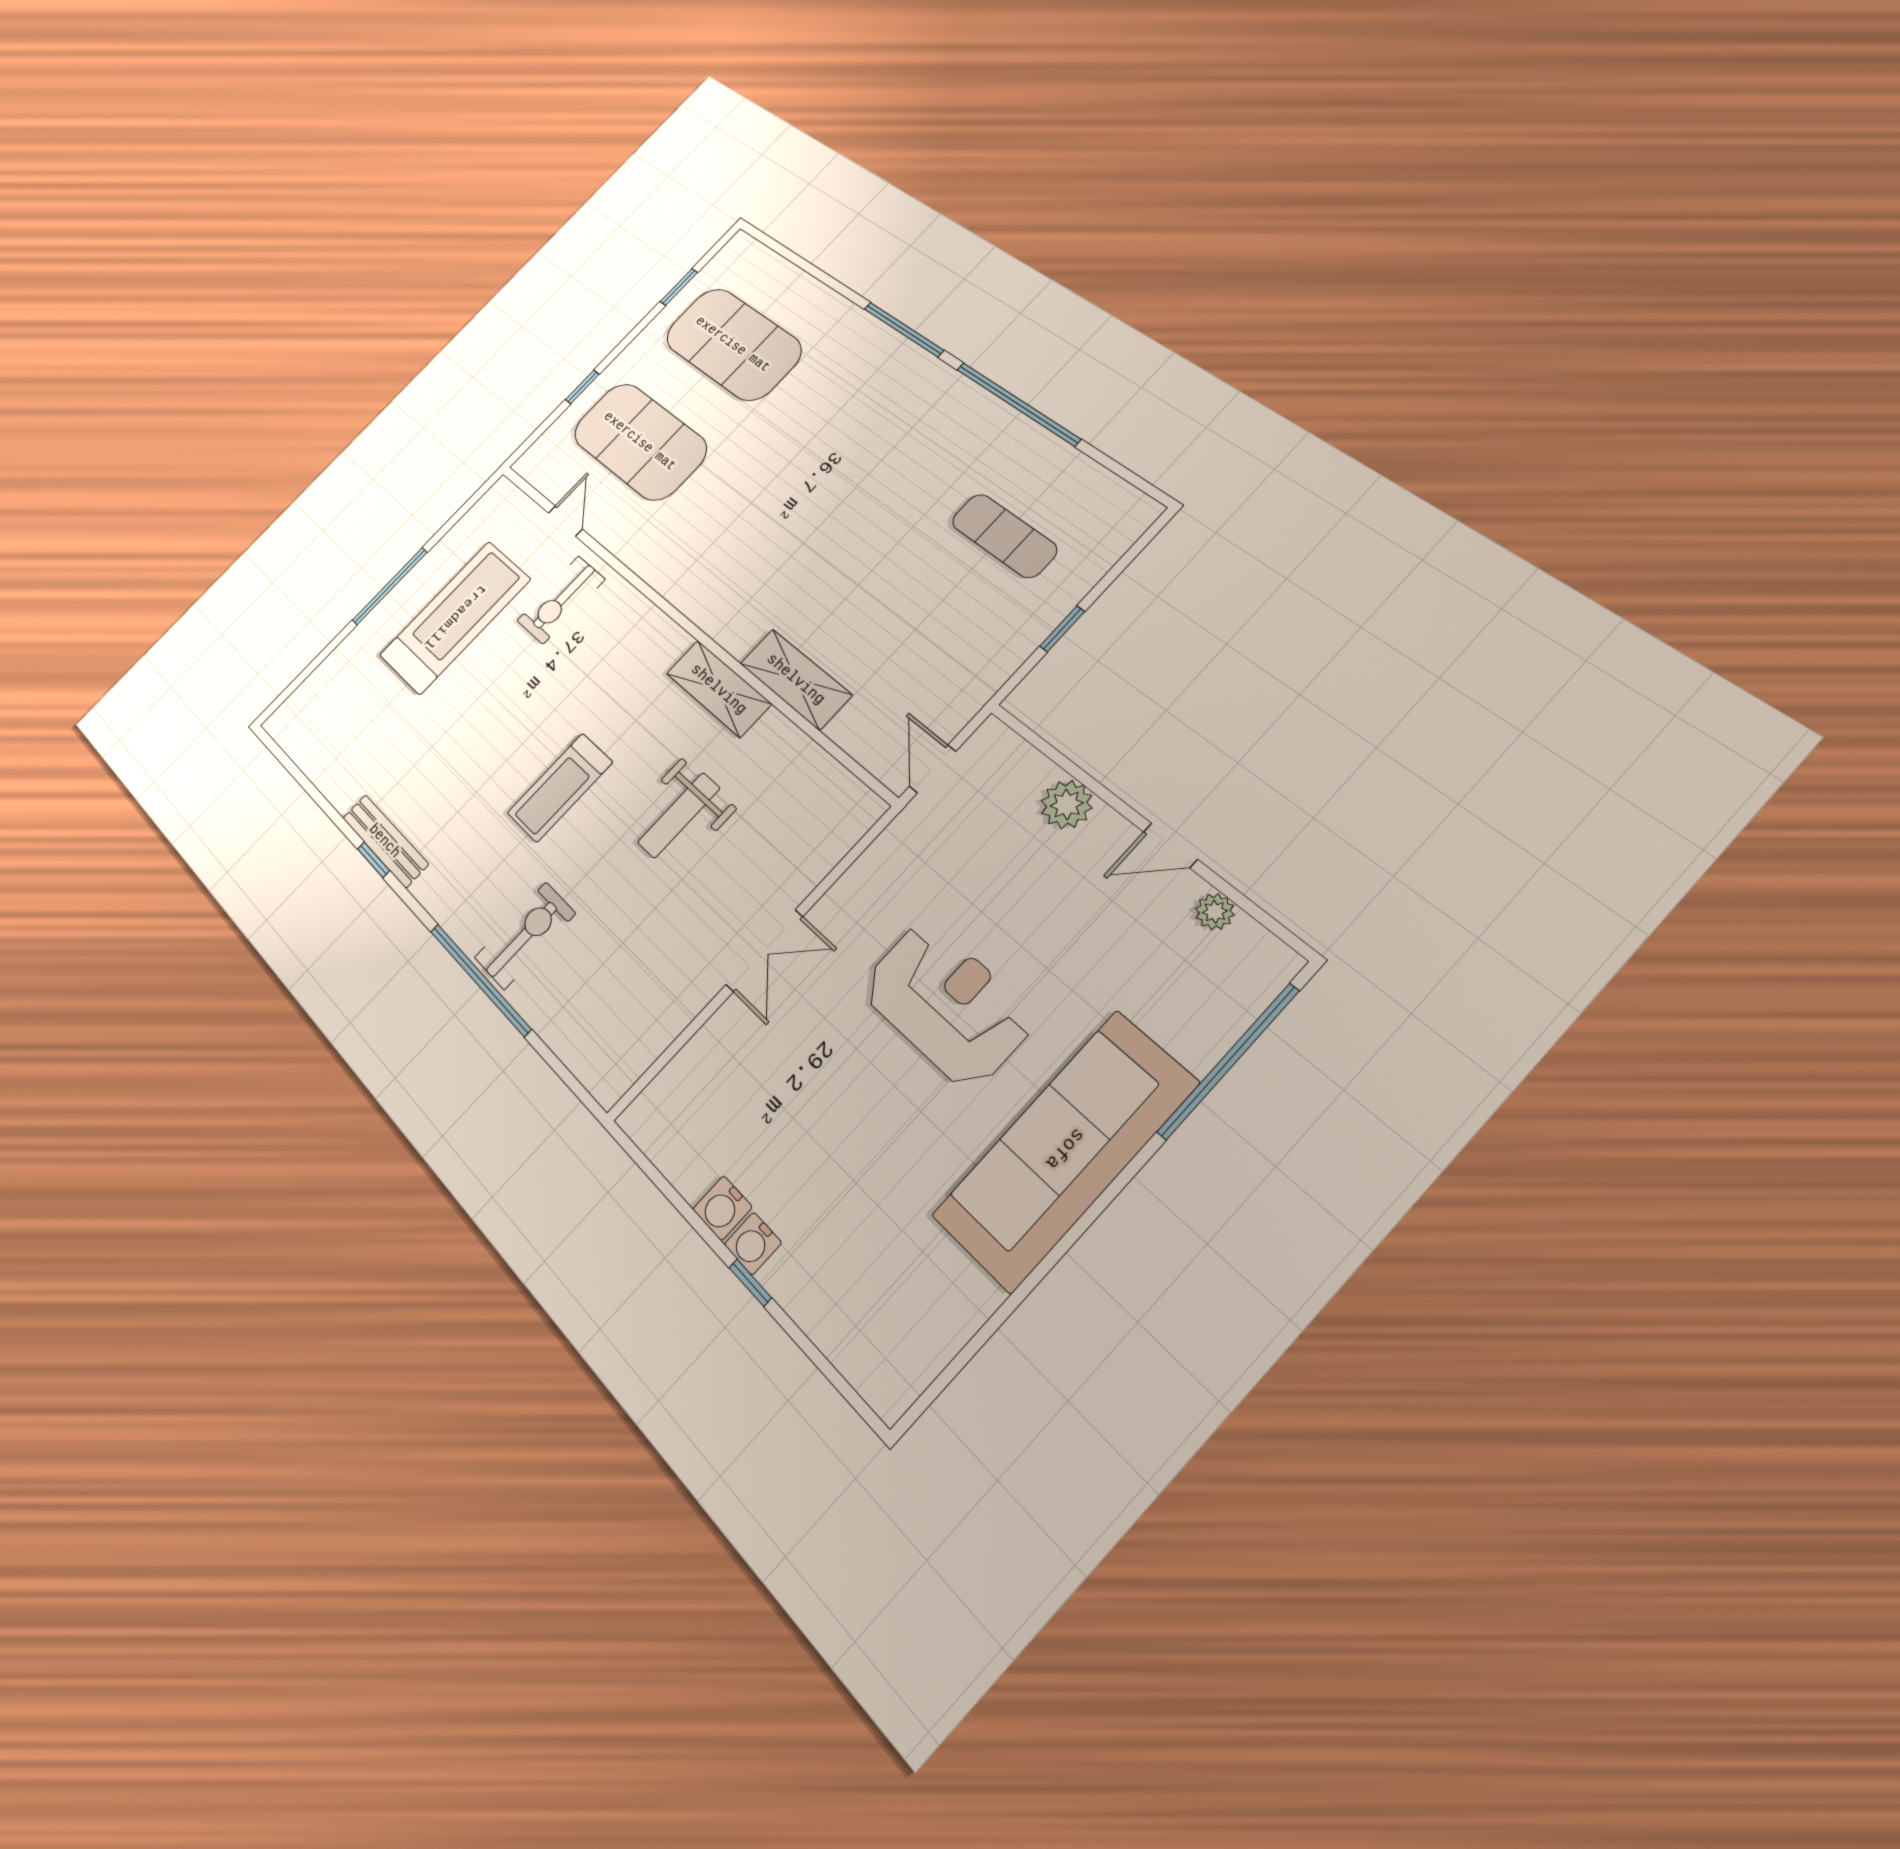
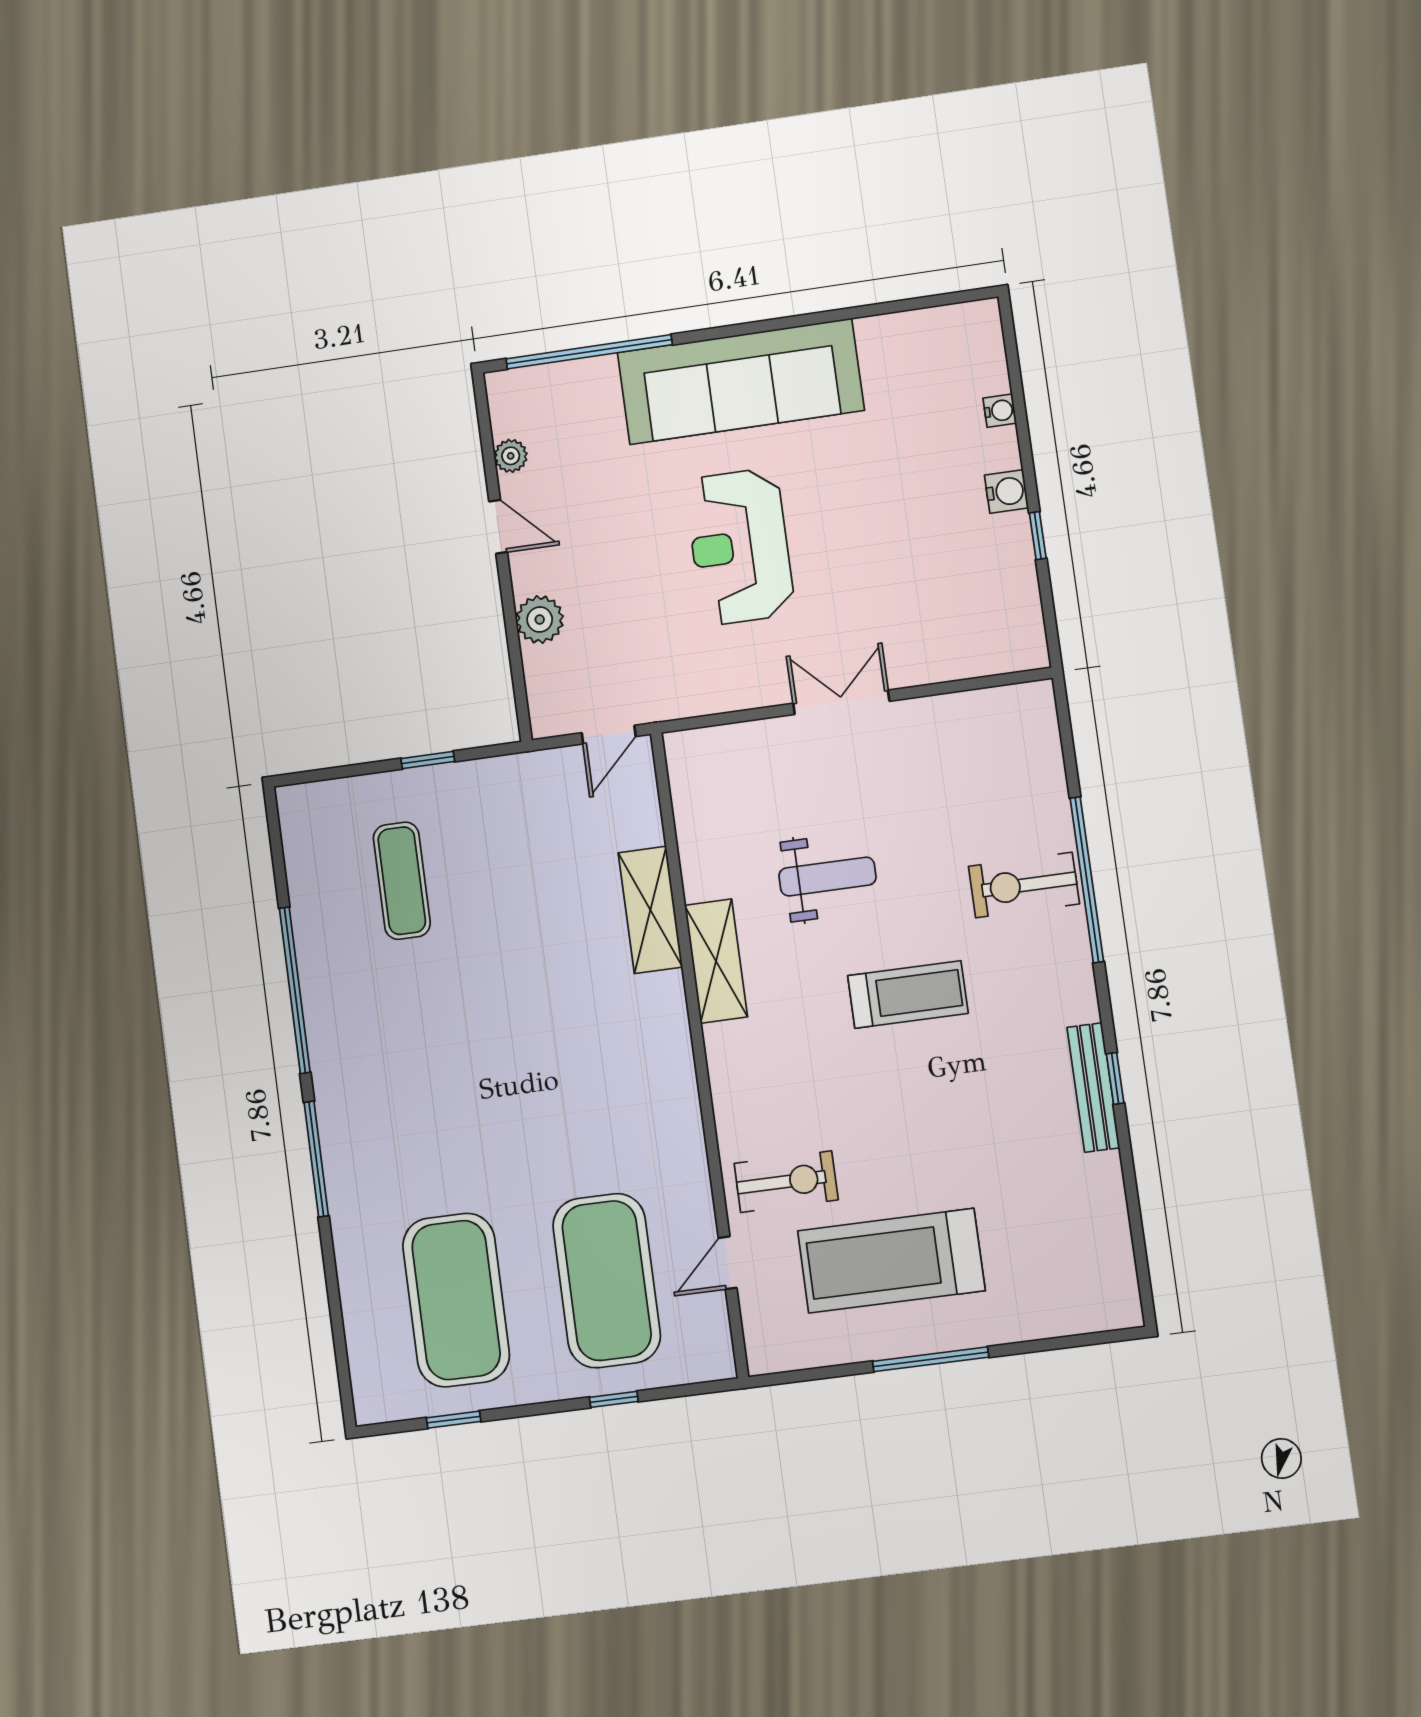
water cooler: (722, 1208) -> (1000, 411), moved, width x0.72, depth x0.72
window: (750, 1283) -> (1038, 536), moved

